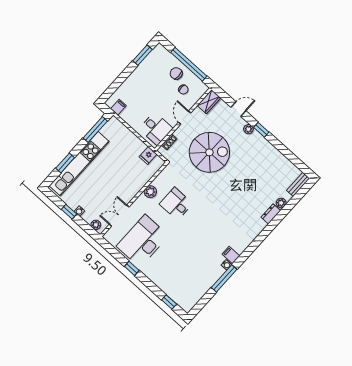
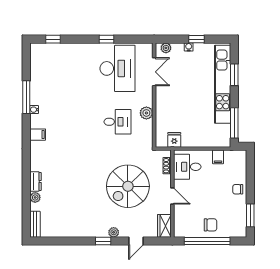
chair: (183, 90) -> (238, 189), moved
filing cabinet: (118, 107) -> (218, 157), moved
filing cabinet: (231, 255) -> (38, 135), moved

